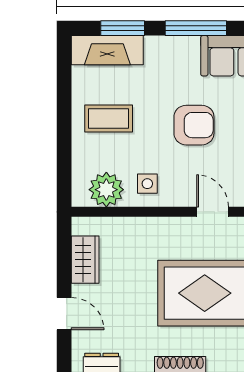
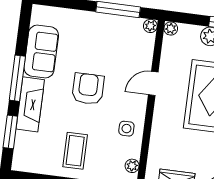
fireplace: (107, 50) -> (30, 104), moved
plant: (106, 190) -> (132, 166), width x0.53, depth x0.53

